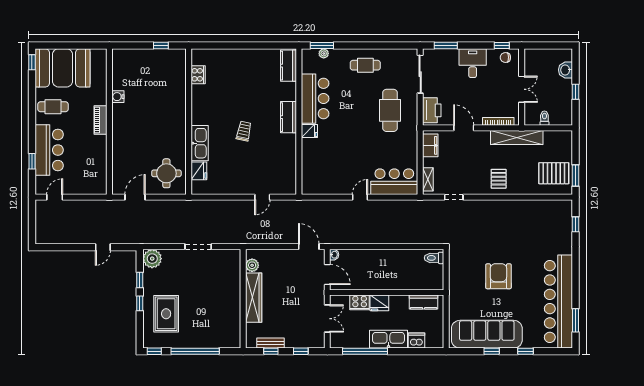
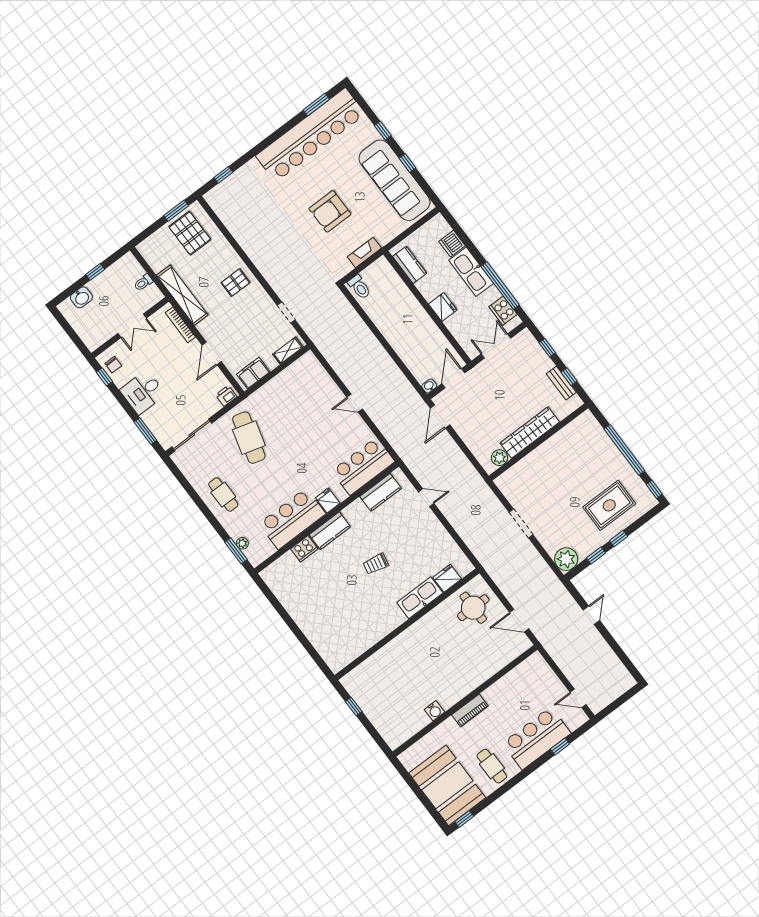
kitchen counter: (288, 66) -> (381, 492), moved
cooker: (198, 75) -> (304, 549), moved, turned 180
double door: (522, 89) -> (132, 326), swing flipped
cafe table: (390, 110) -> (249, 438), turned -74
printer: (432, 110) -> (226, 396), width x0.53, depth x0.68
bar counter: (394, 182) -> (363, 466), moved, turned 90
door: (103, 247) -> (591, 615), hinge flipped
fireplace: (454, 278) -> (364, 252), added
cooker: (360, 302) -> (503, 311), moved, turned 180

